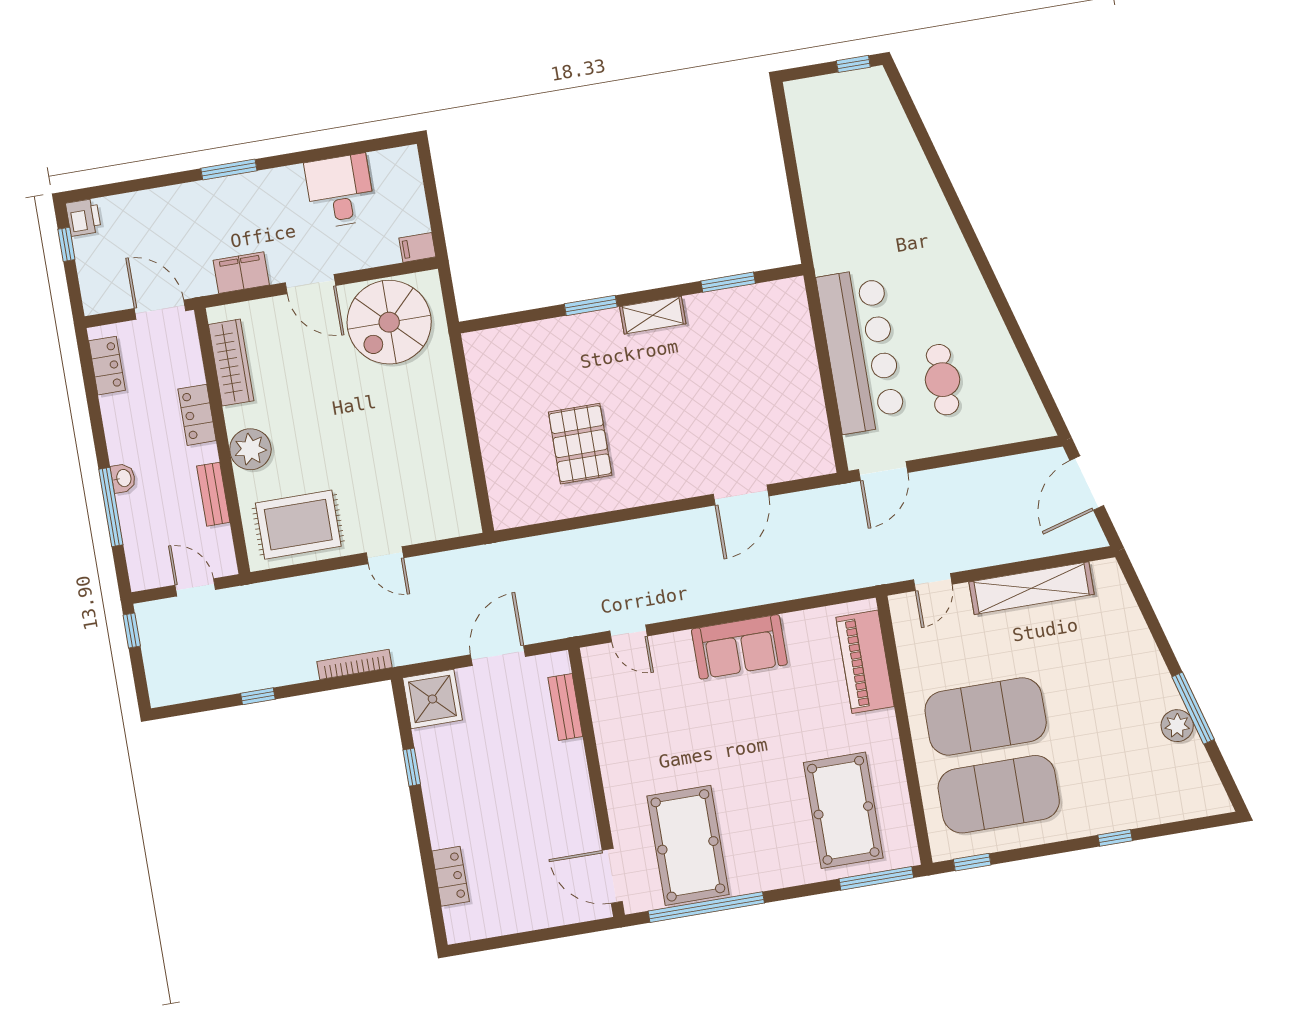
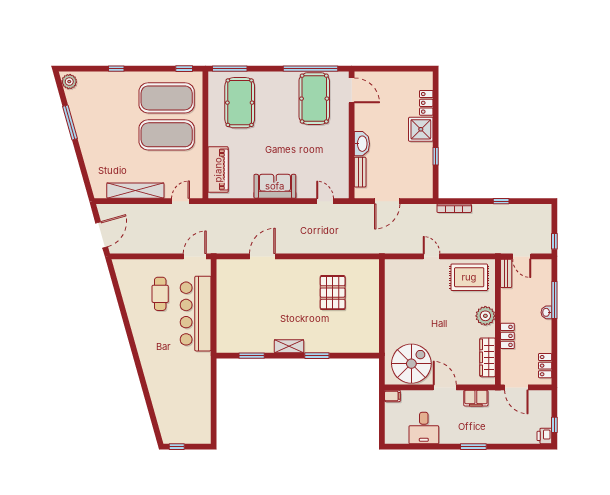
bench: (213, 494) -> (506, 273), moved
shower: (432, 699) -> (421, 129), moved
plant: (1177, 726) -> (69, 82), moved
washbasin: (572, 767) -> (362, 144), added

